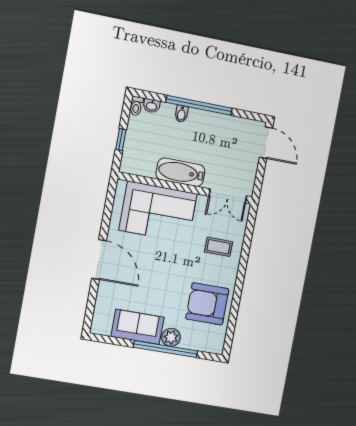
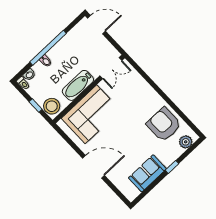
stool: (134, 159) -> (52, 106), added
coffee table: (219, 247) -> (136, 94), removed
armchair: (207, 304) -> (164, 124), turned 90
plant: (171, 337) -> (186, 142), moved
window: (165, 349) -> (172, 167), width x0.32

